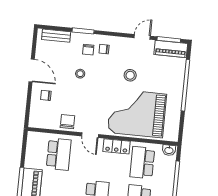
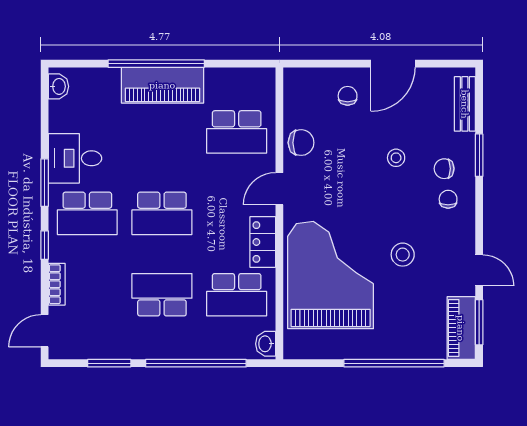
school desk: (142, 162) -> (237, 295), turned 180

